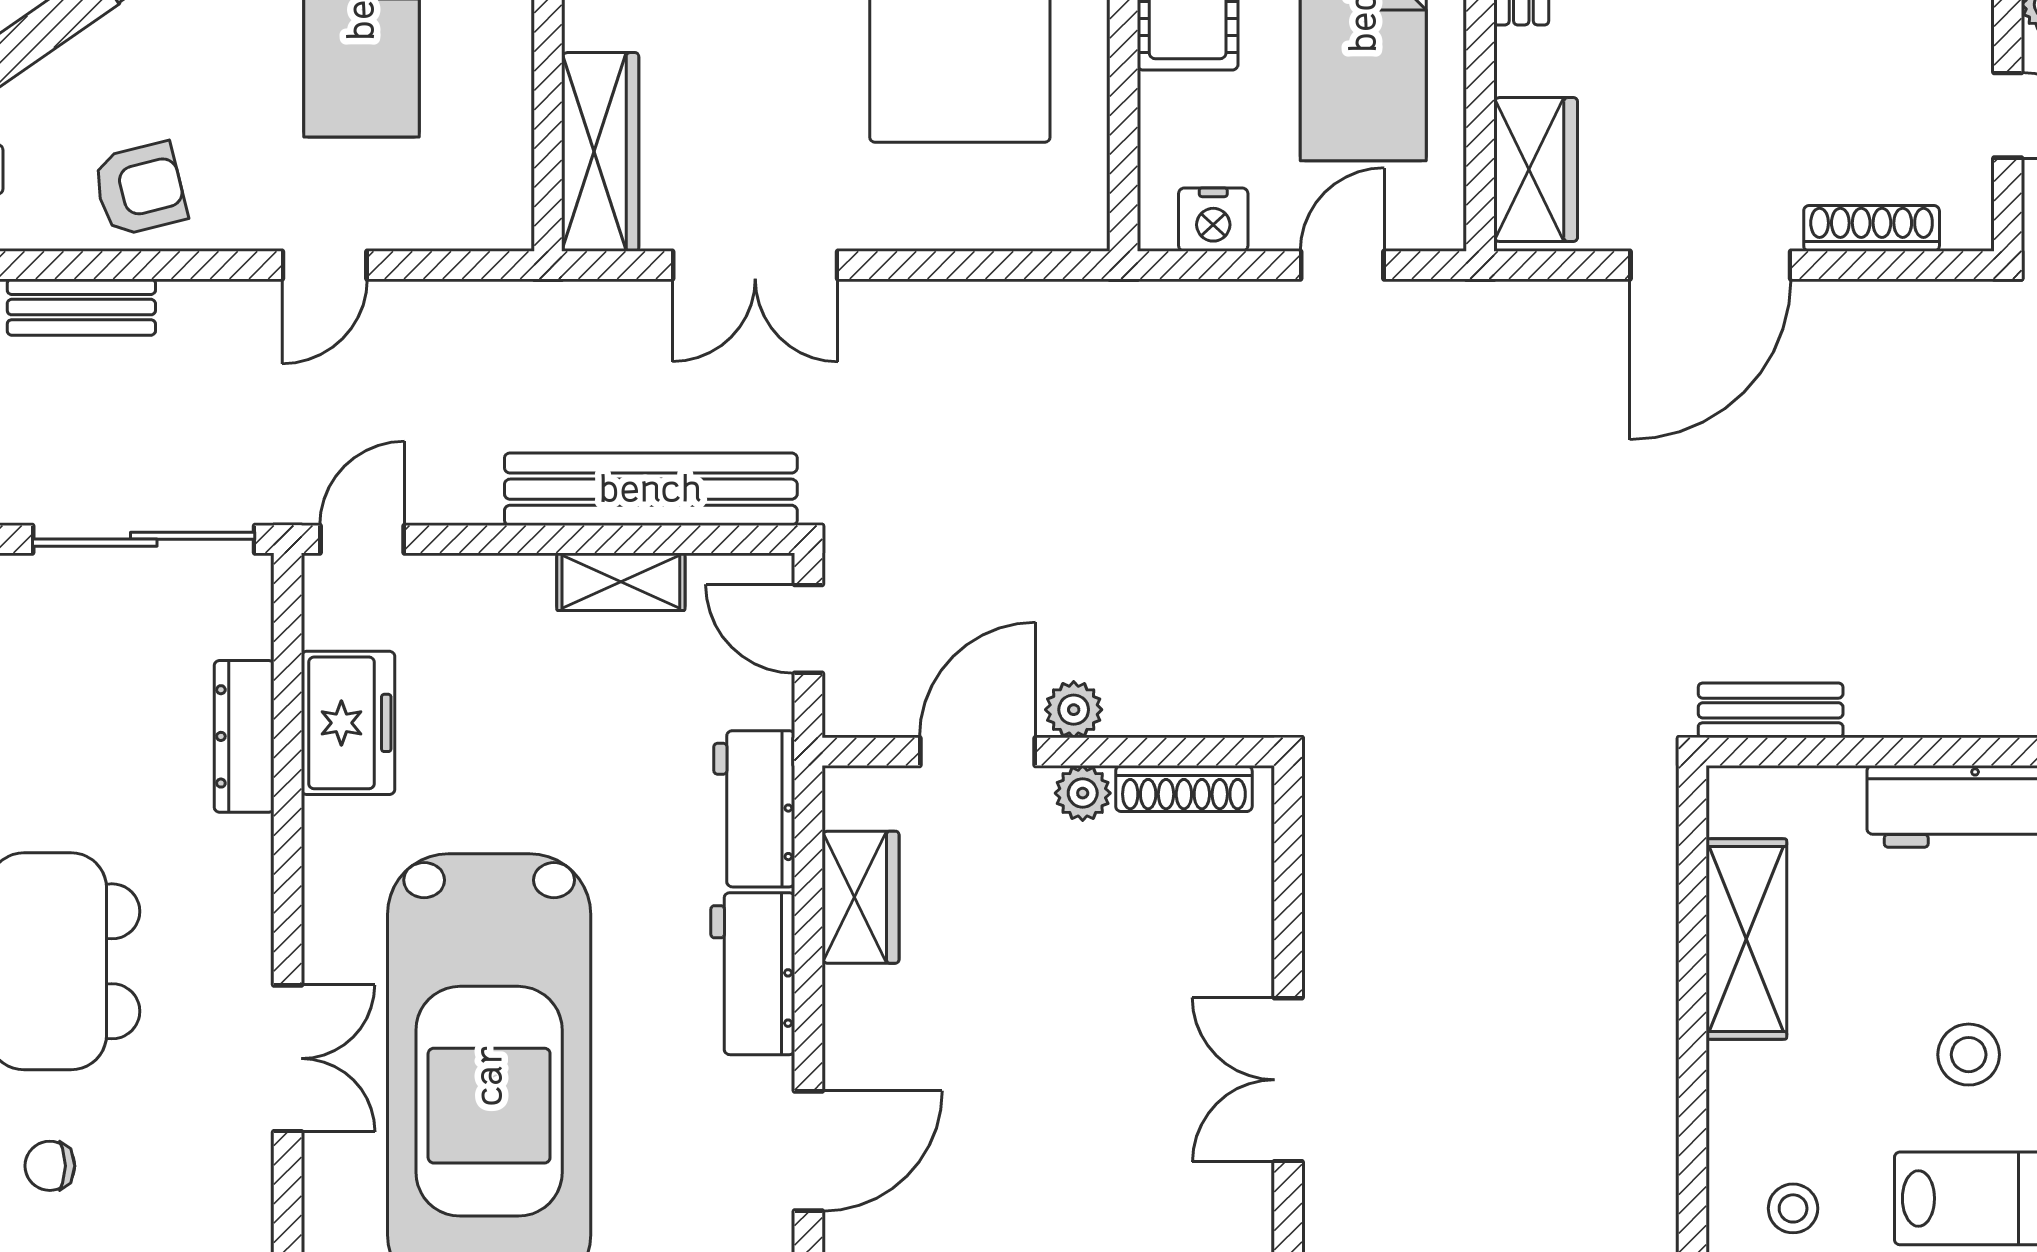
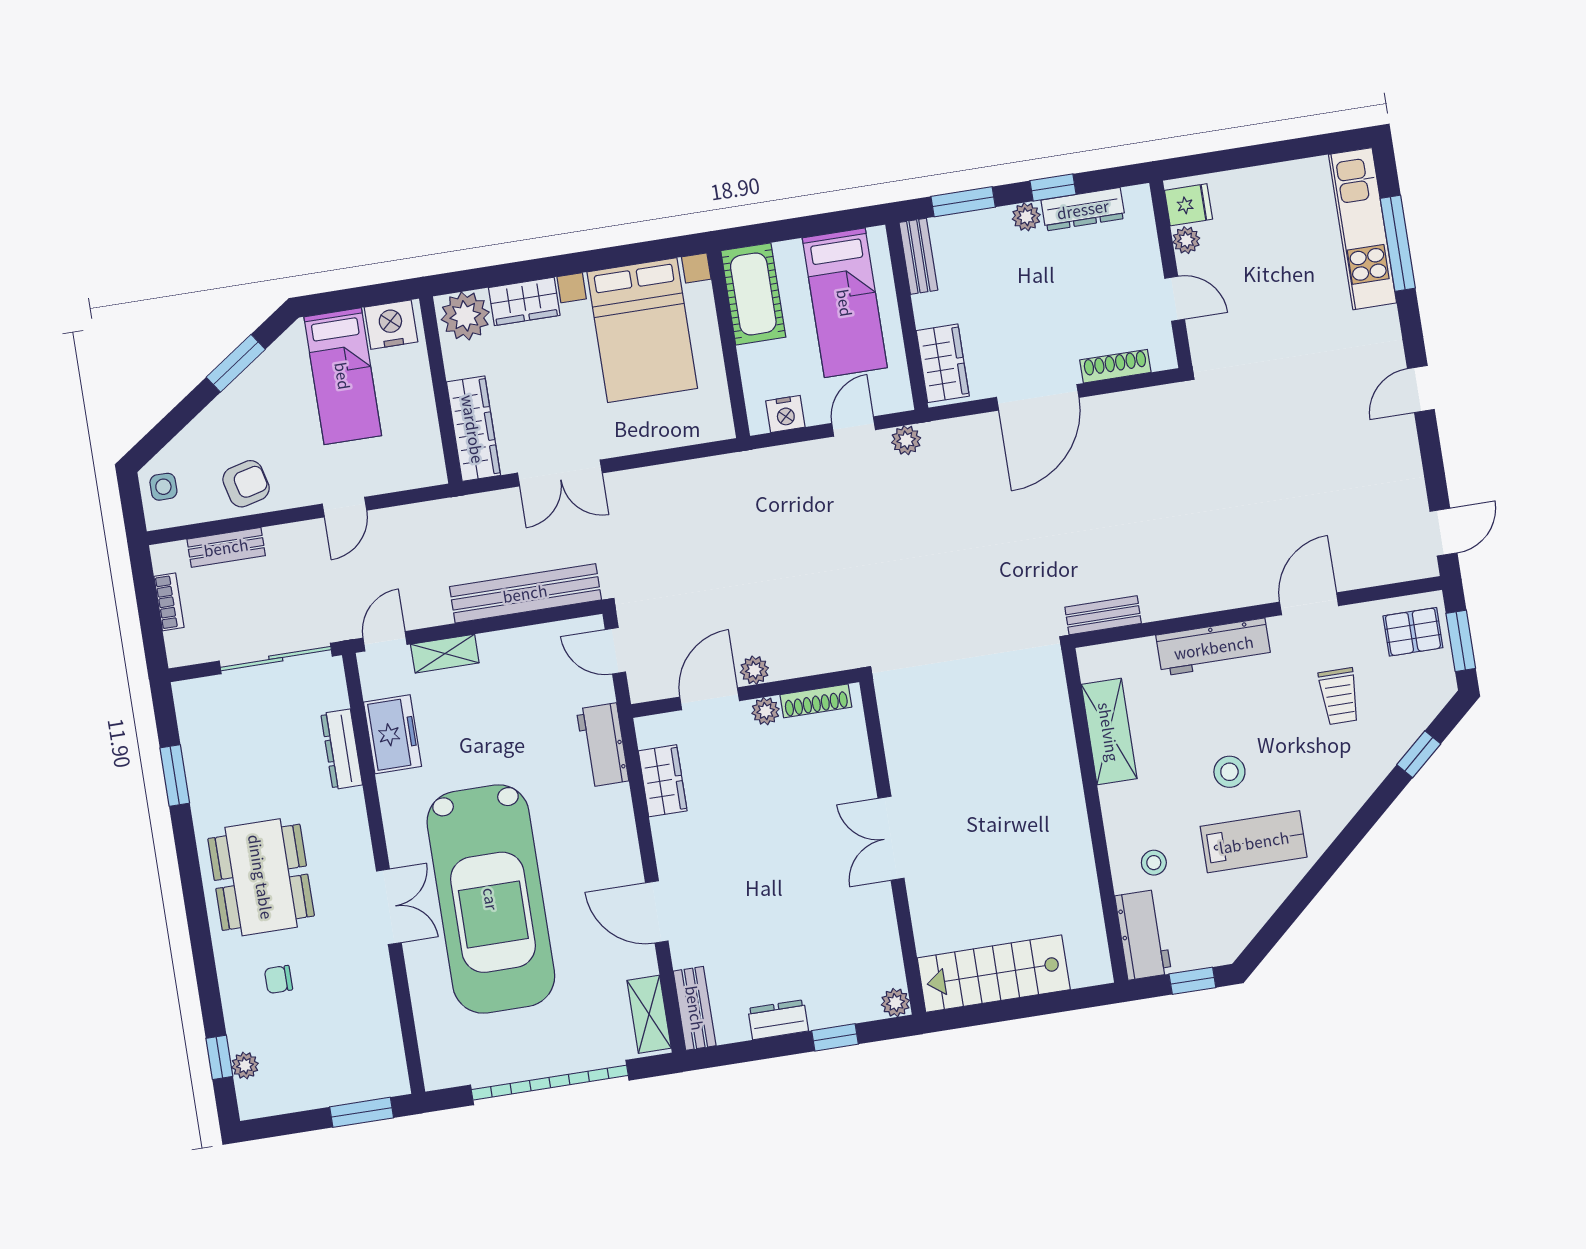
plant: (1440, 308) -> (906, 440), added
shelving: (621, 582) -> (445, 654), moved
workbench: (753, 974) -> (615, 828), removed
door: (808, 1151) -> (657, 912), swing flipped

